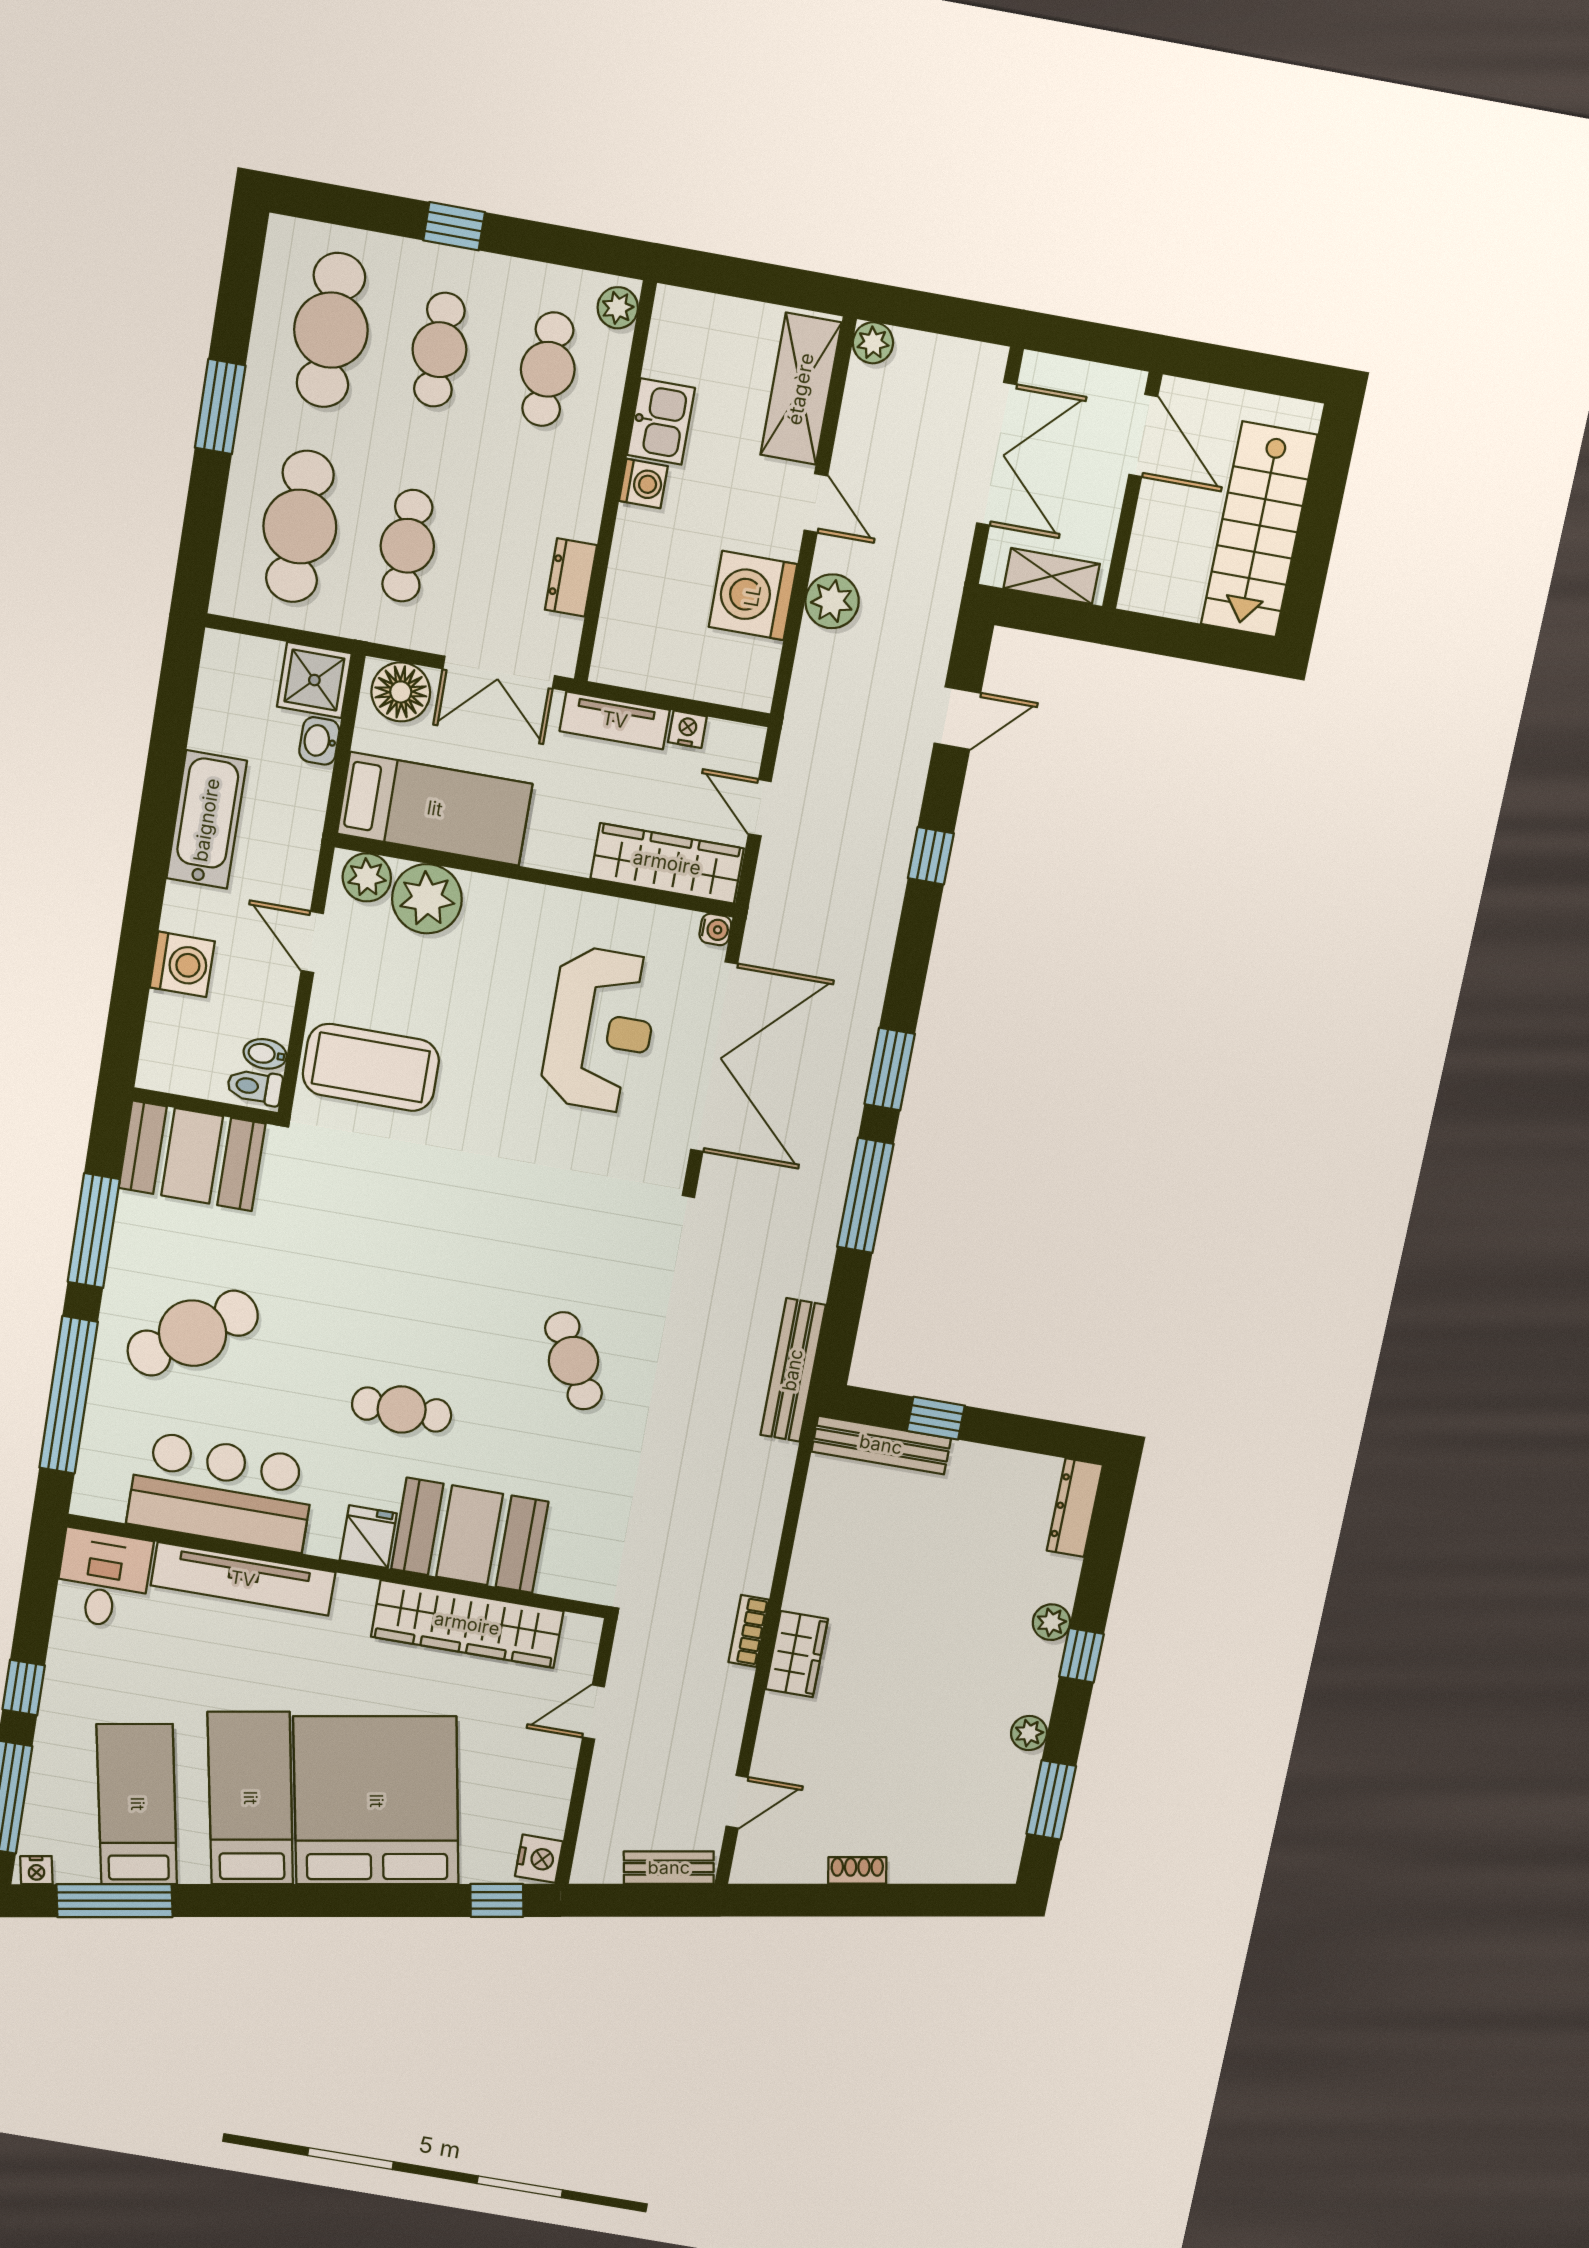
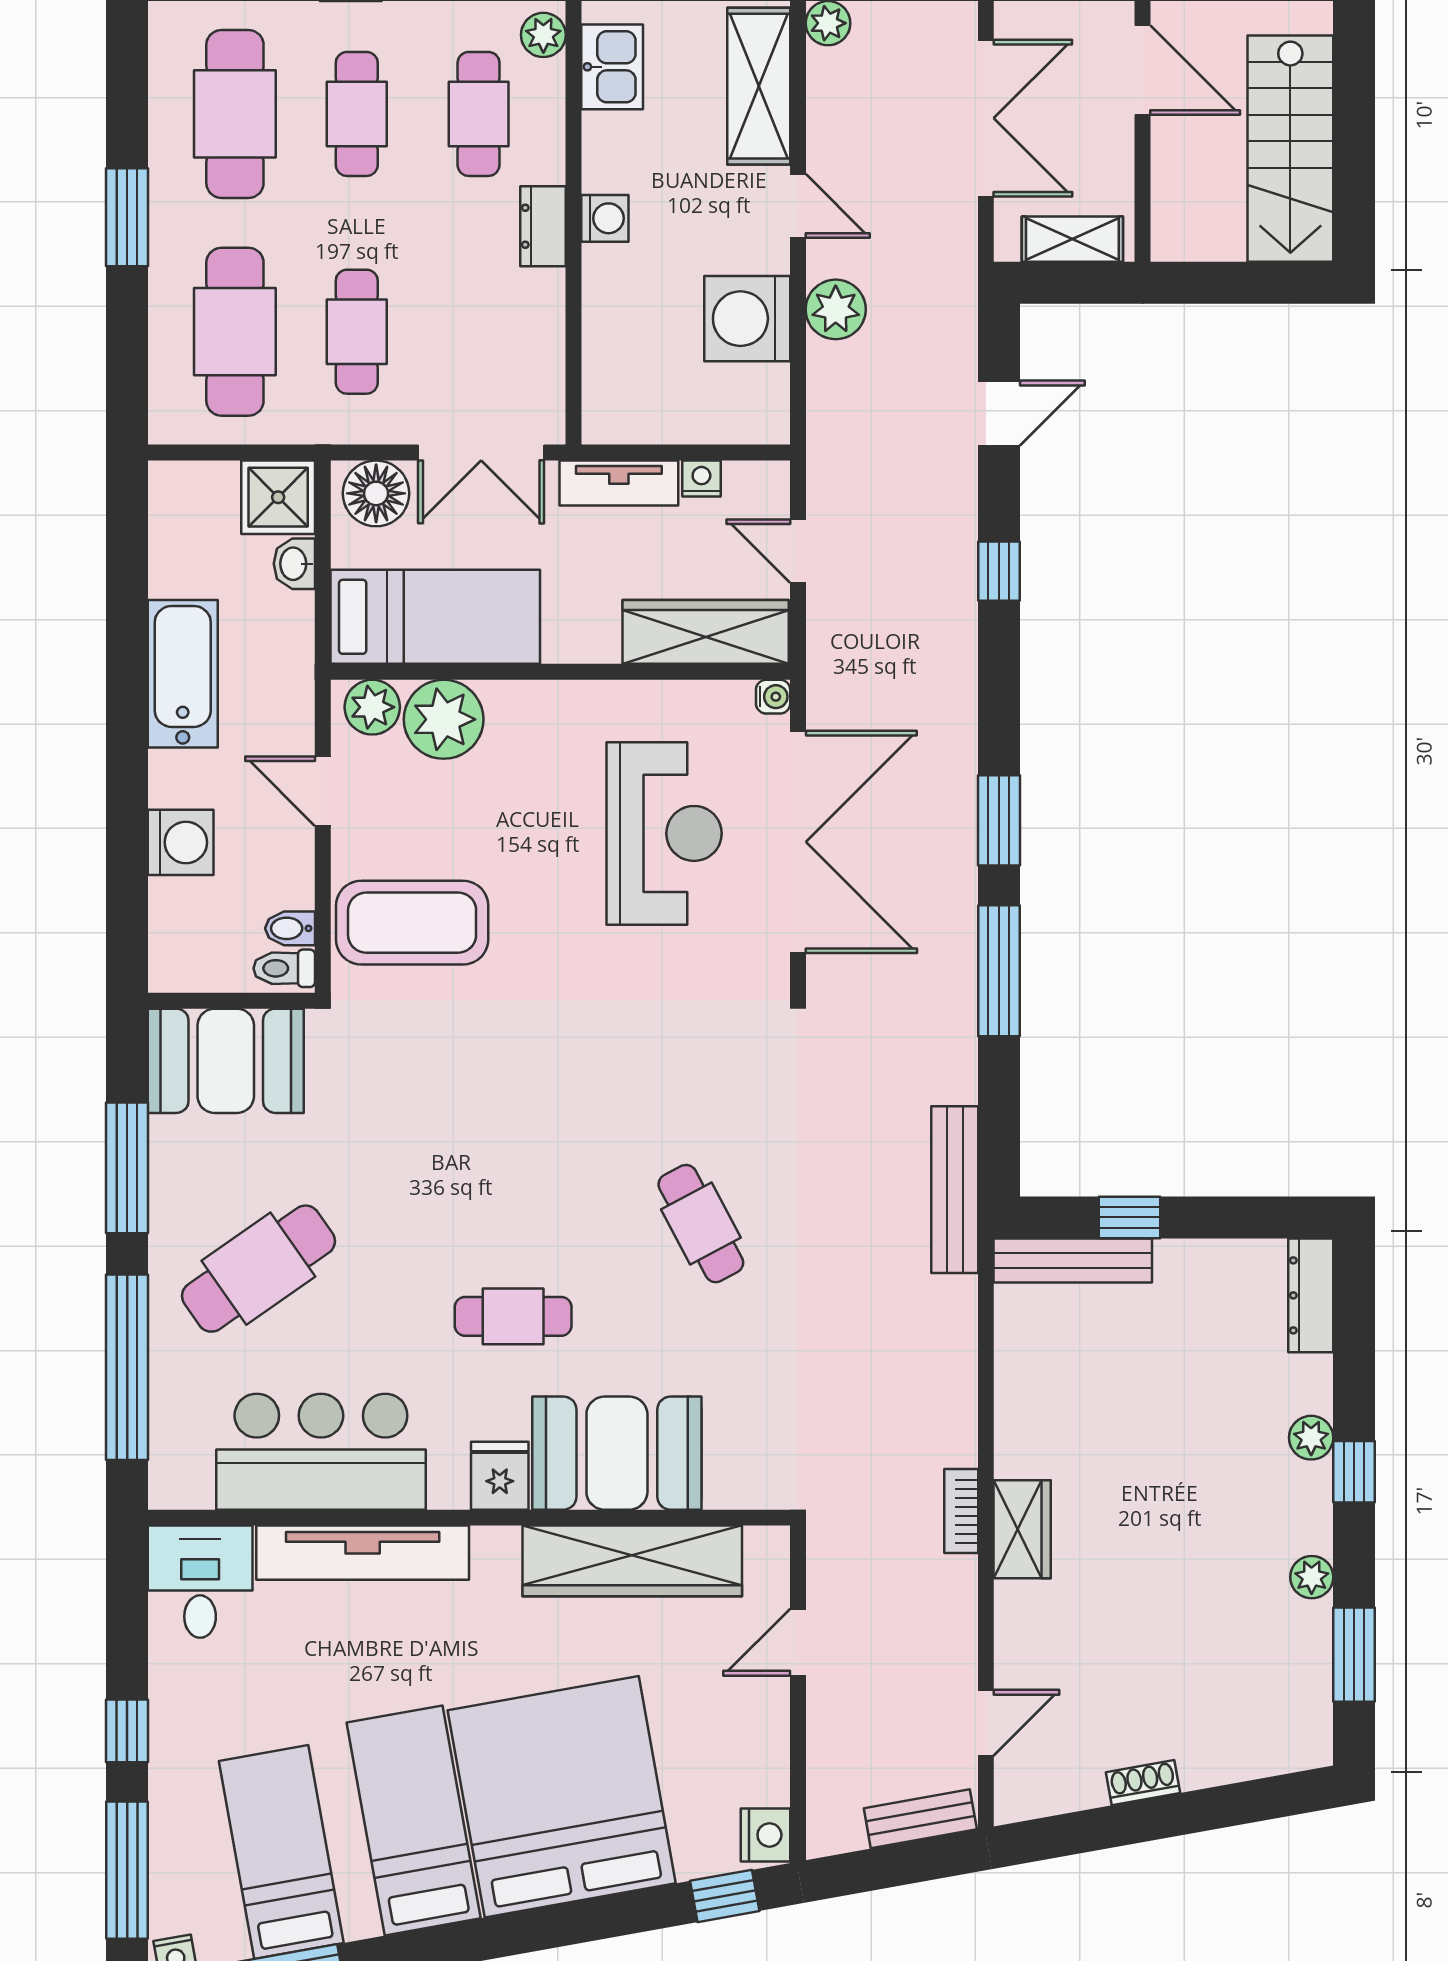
kitchen sink: (661, 422) -> (612, 67), moved
dresser: (571, 577) -> (543, 226), moved

